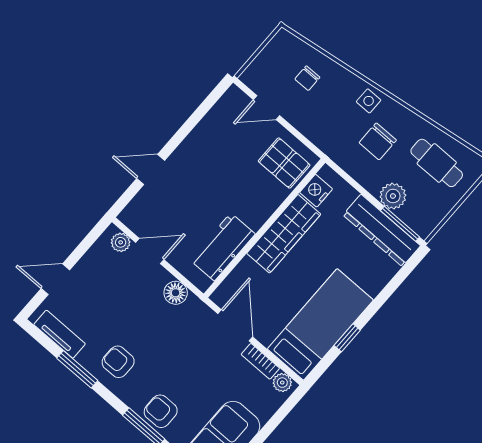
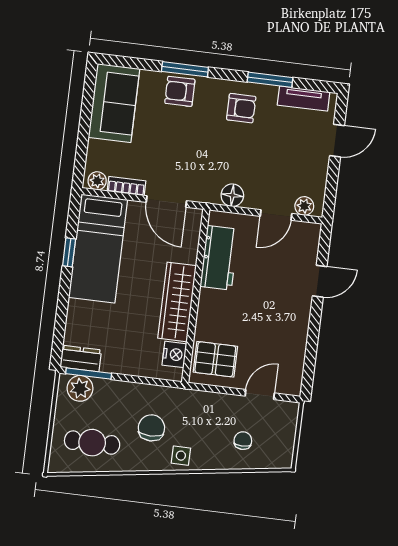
plant: (393, 196) -> (80, 388), moved
dresser: (382, 230) -> (81, 358), width x0.51, depth x0.80
armchair: (161, 411) -> (180, 91), turned 180

